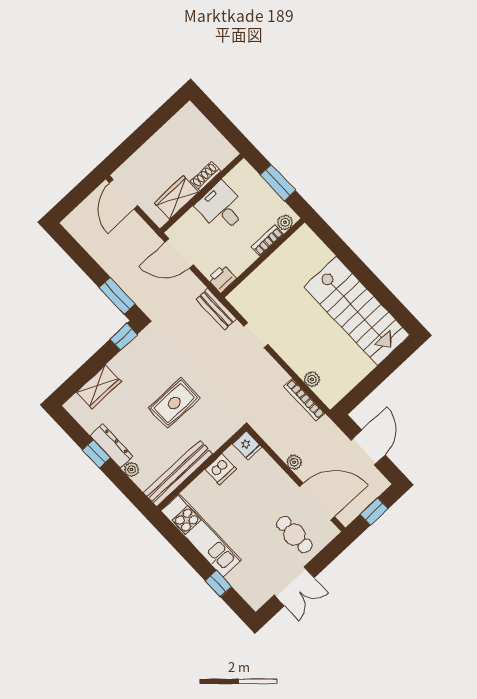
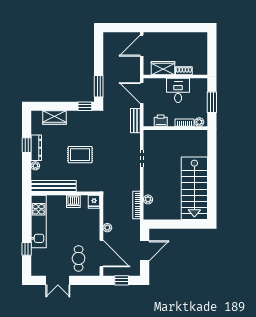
printer: (222, 279) -> (161, 121), moved
bench: (216, 309) -> (135, 121), moved

